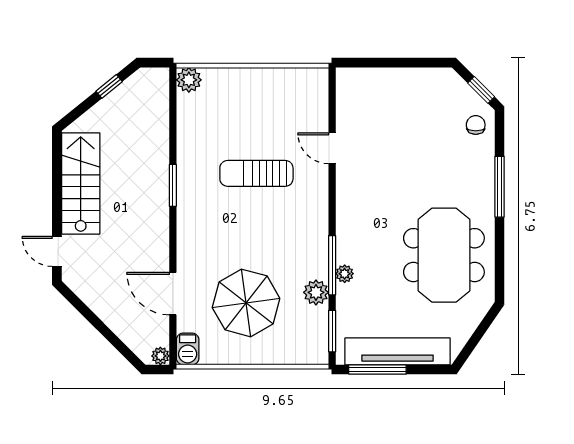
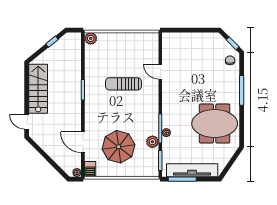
meeting table: (444, 255) -> (215, 124), turned 90

